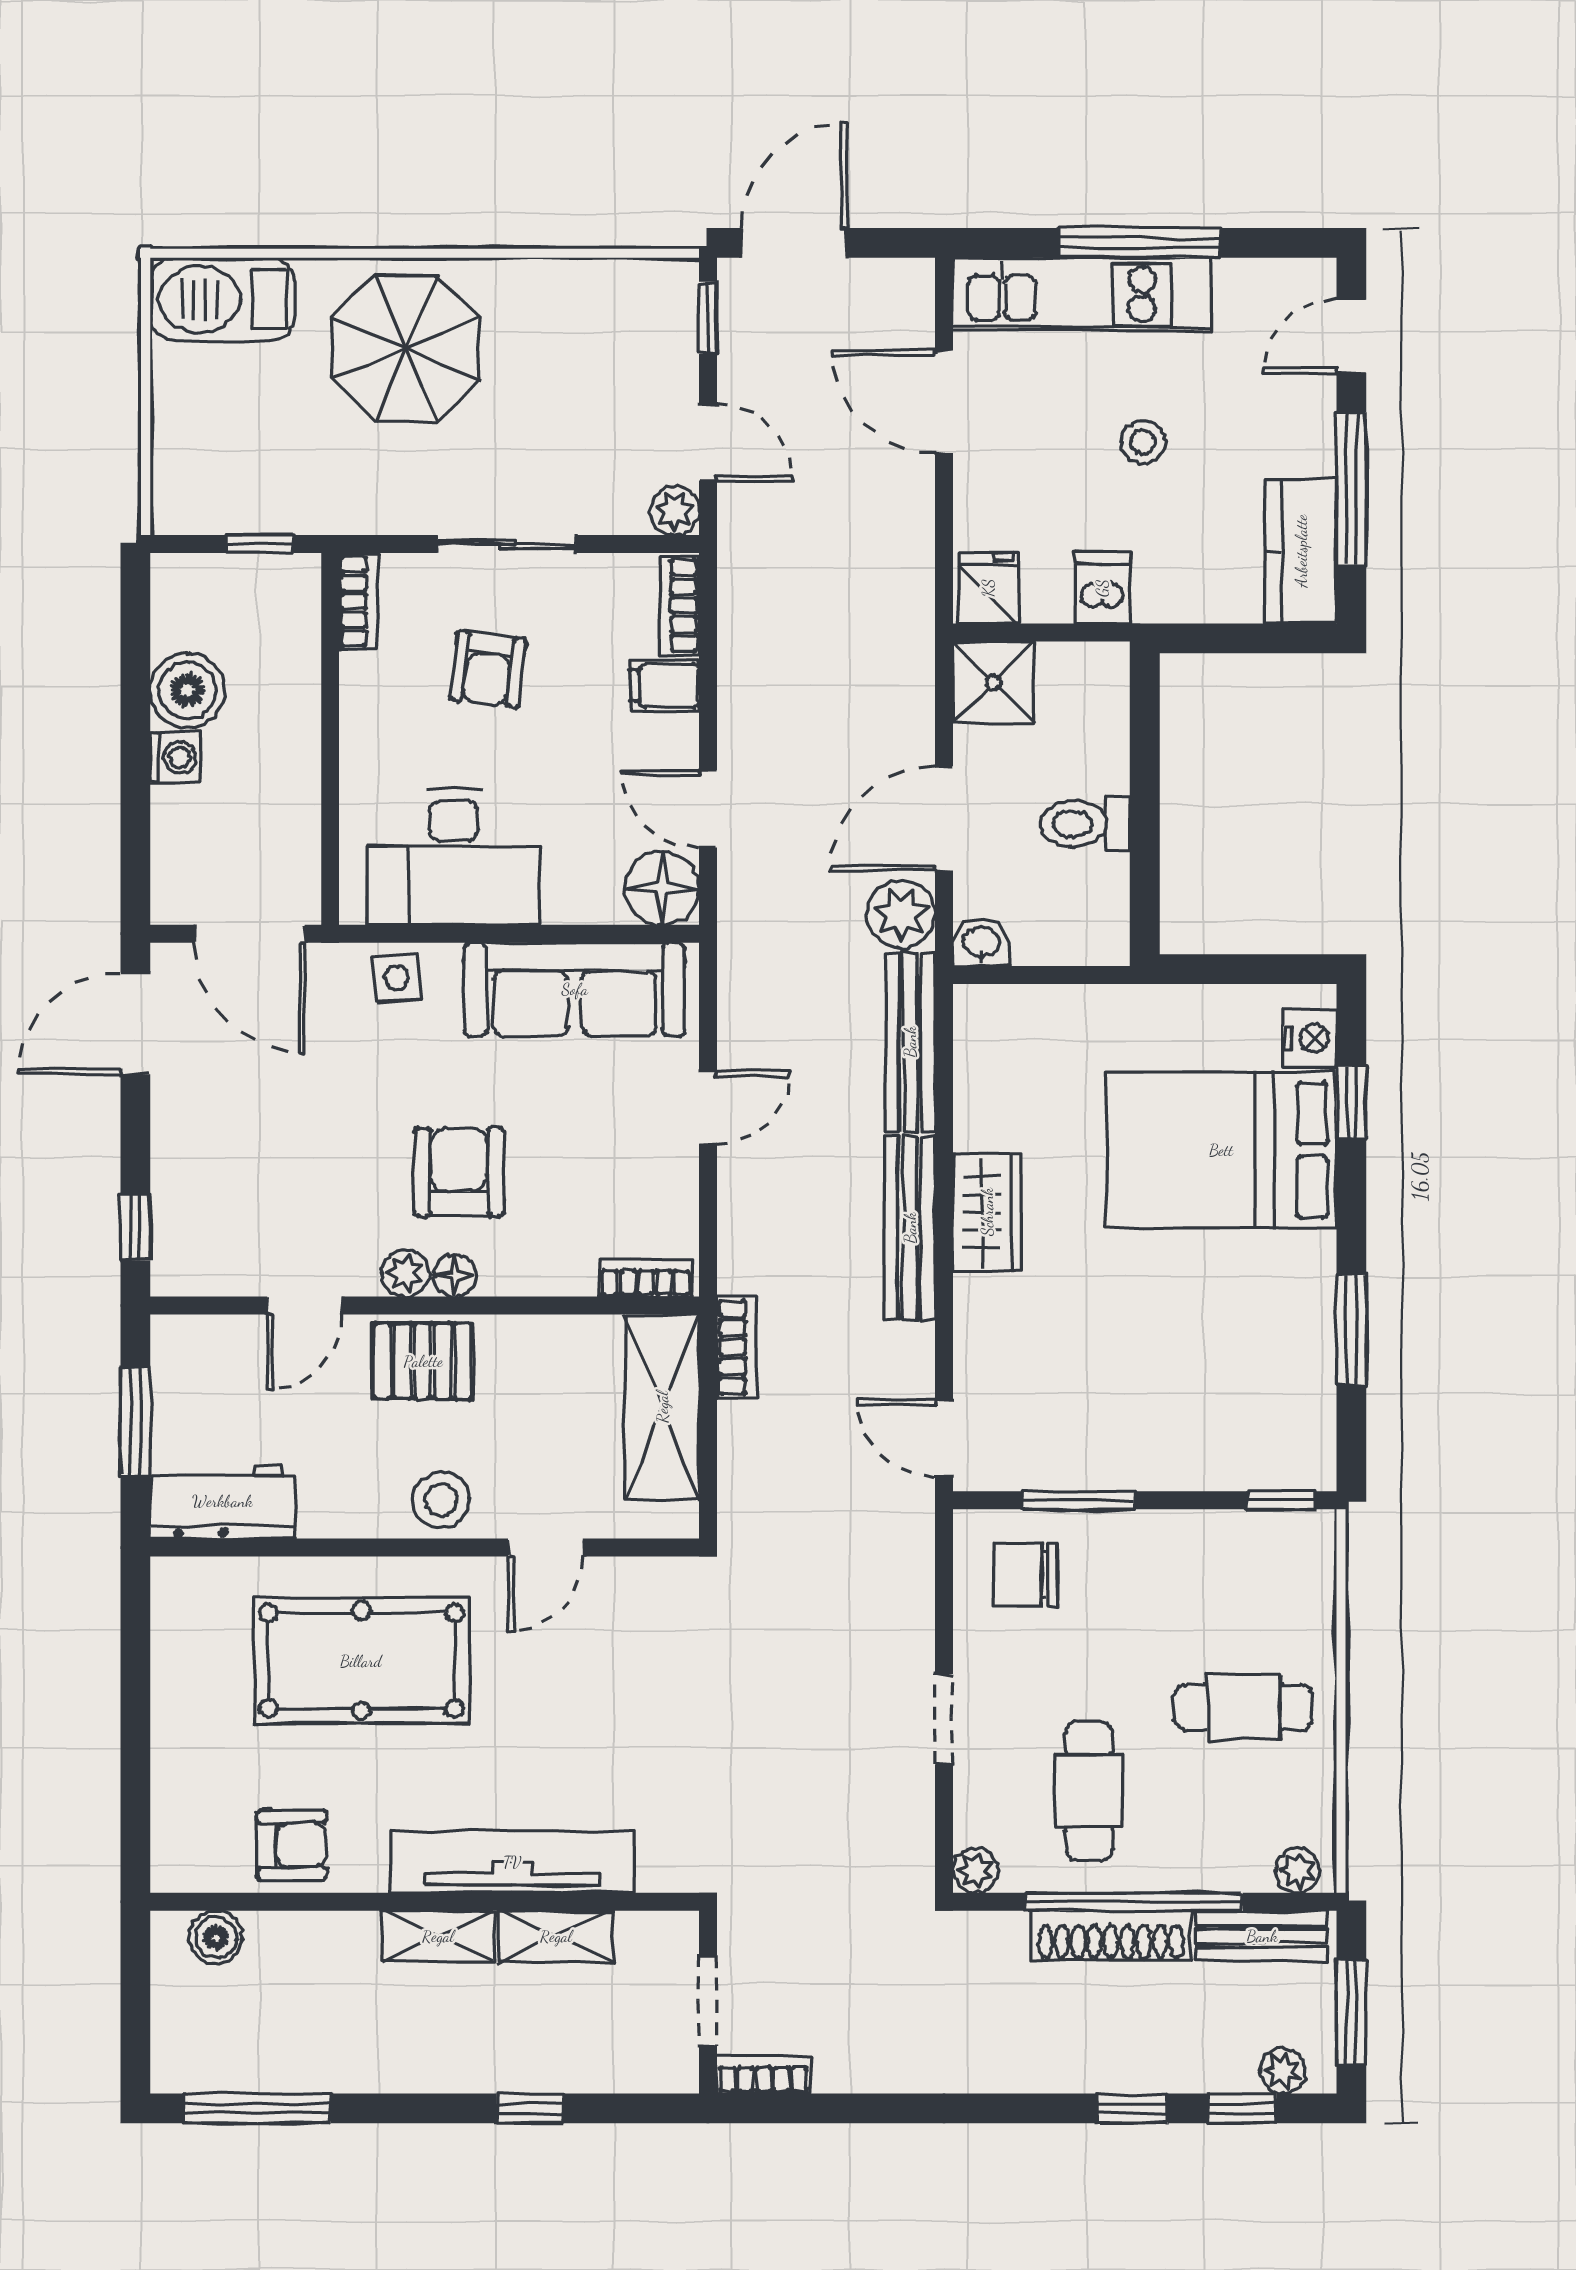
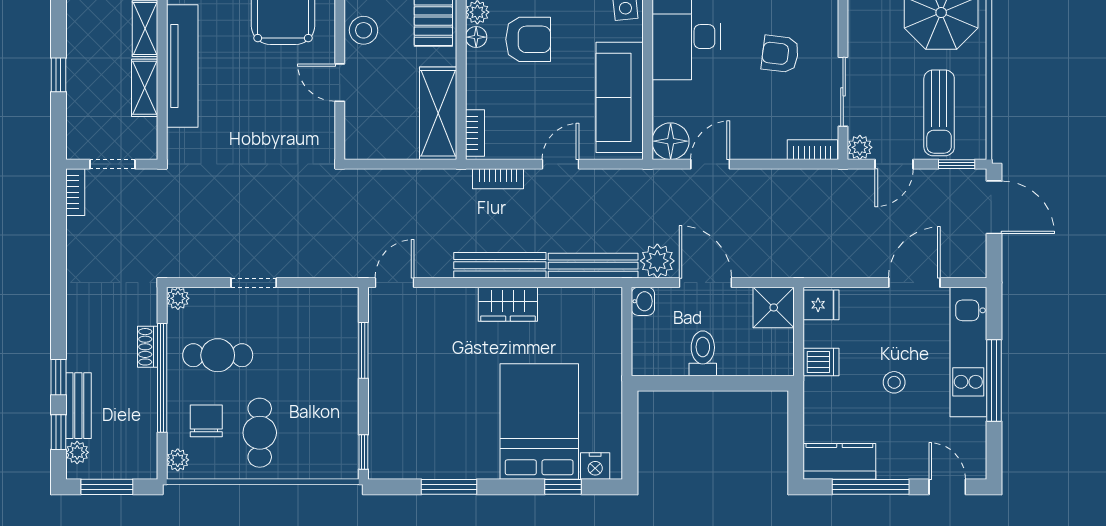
sun lounger: (606, 353) -> (939, 113), added
sliding door: (507, 544) -> (843, 92), moved
filing cabinet: (665, 686) -> (772, 142), removed
door: (708, 1107) -> (560, 164), swing flipped
bookcase: (737, 1347) -> (498, 179), moved
shelving: (662, 1407) -> (438, 113), moved, turned 90
chair: (1025, 1575) -> (206, 421), moved
shoe rack: (1111, 1935) -> (148, 347), width x0.51, depth x0.81
bench: (1262, 1936) -> (78, 406), moved

